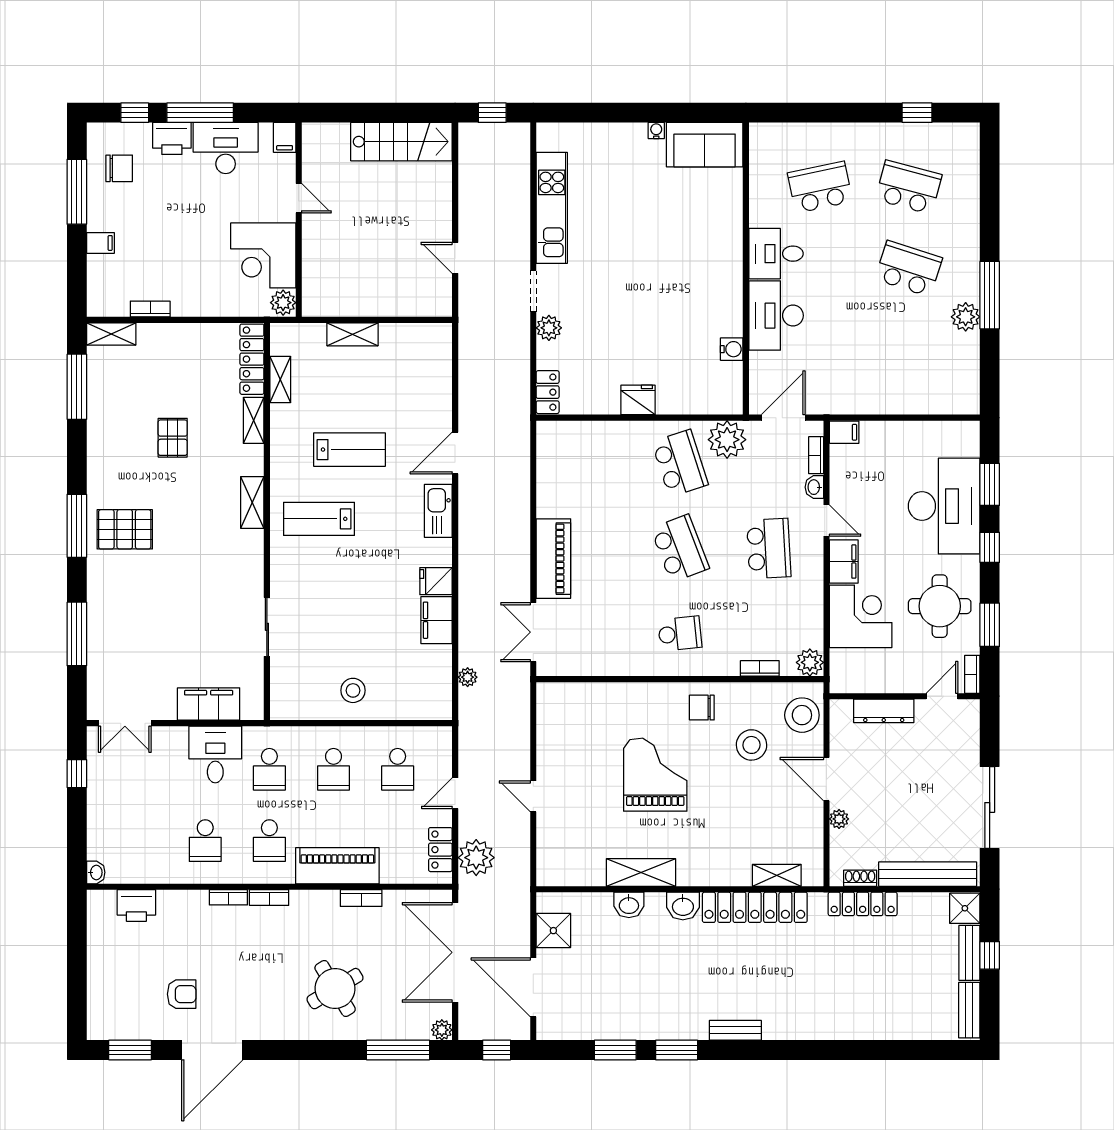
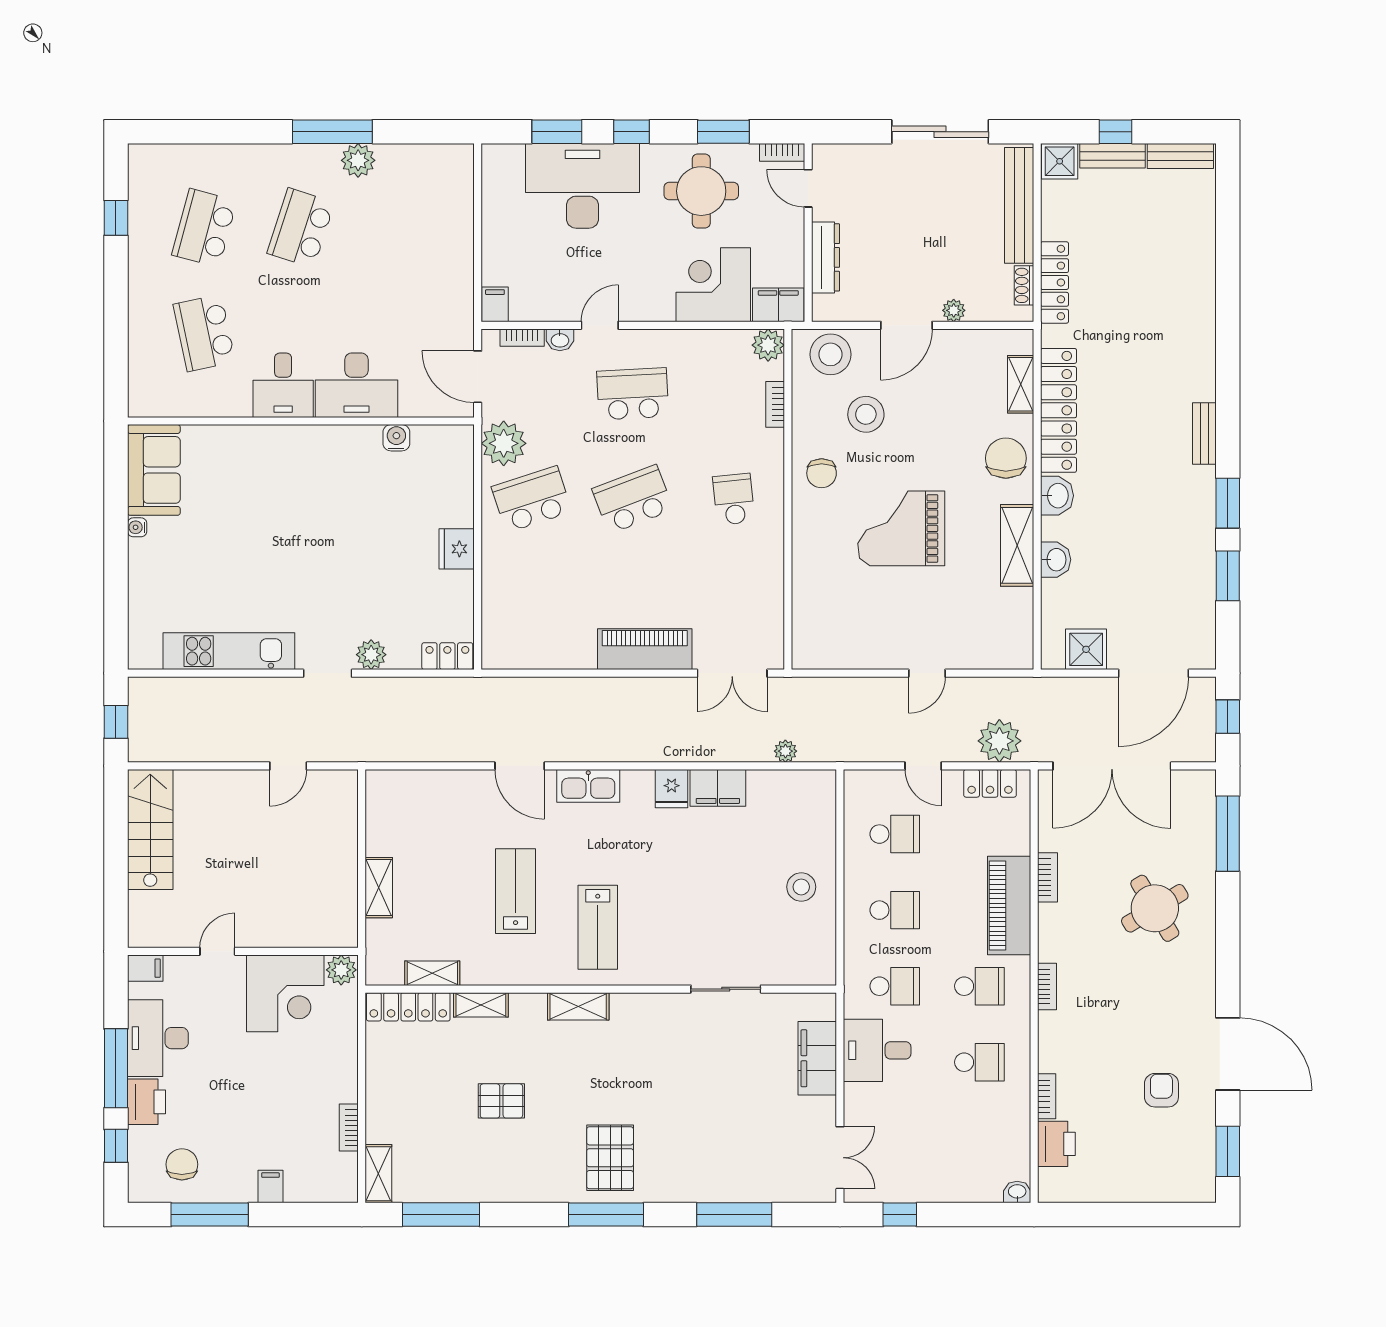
filing cabinet: (844, 562) -> (778, 305), moved
chair: (714, 863) -> (1006, 458), added
bookcase: (228, 897) -> (1047, 1096), moved
plant: (442, 1030) -> (1204, 782), removed

